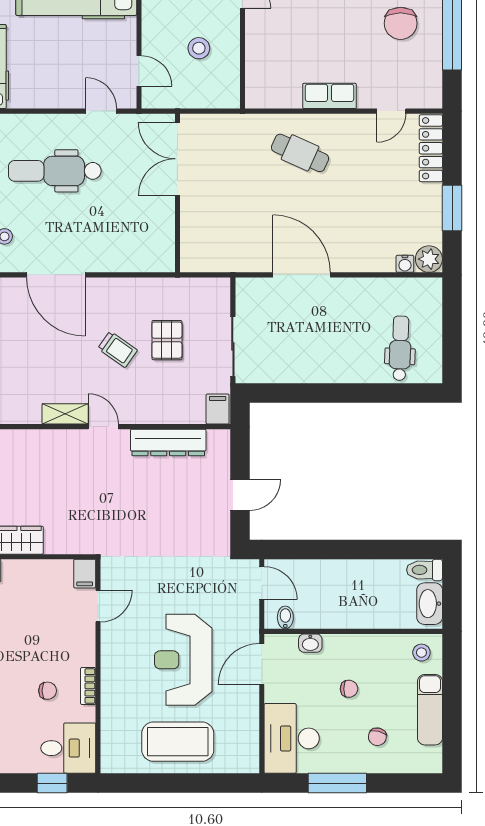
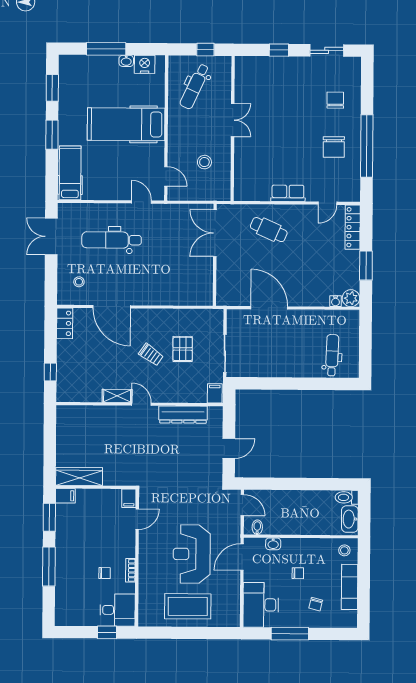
double door: (177, 159) -> (215, 233), moved
wall: (177, 193) -> (215, 255), moved

